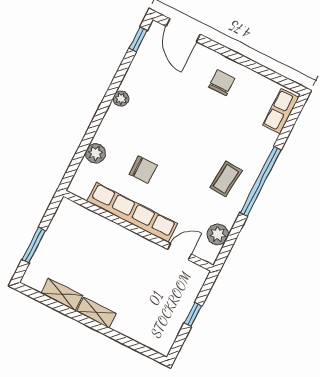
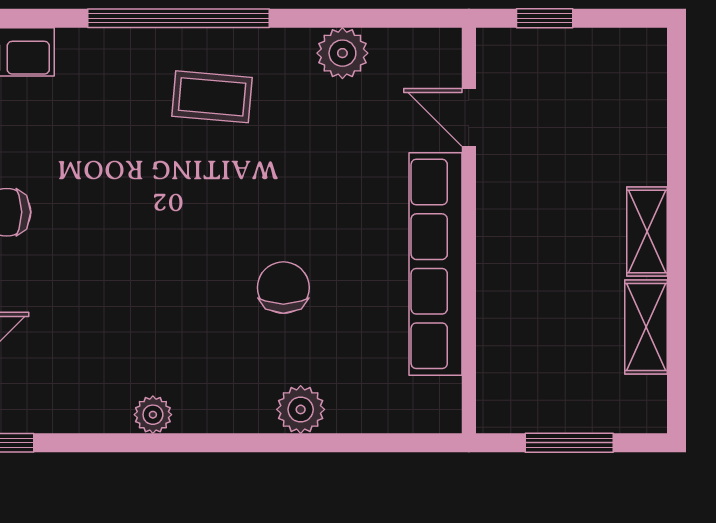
row of seats: (132, 212) -> (436, 264), moved
wall: (138, 231) -> (469, 231), moved
door: (179, 252) -> (469, 117), moved

